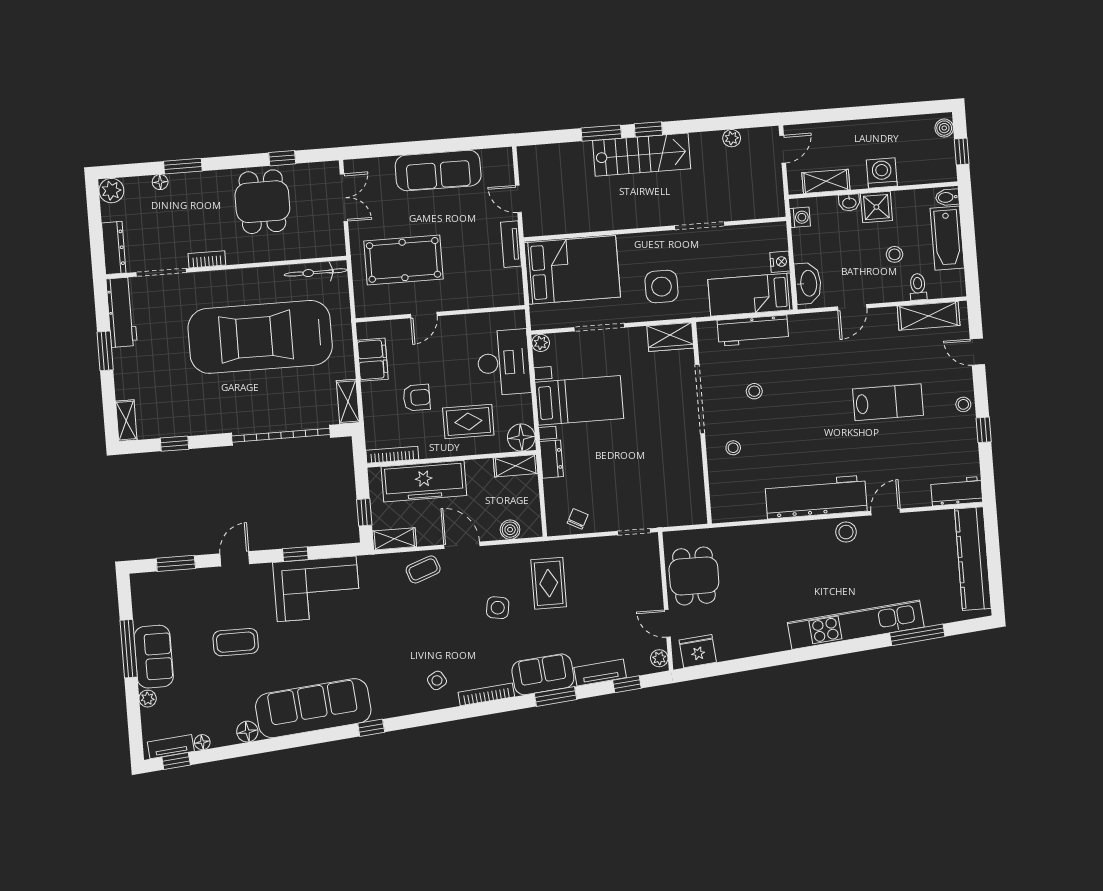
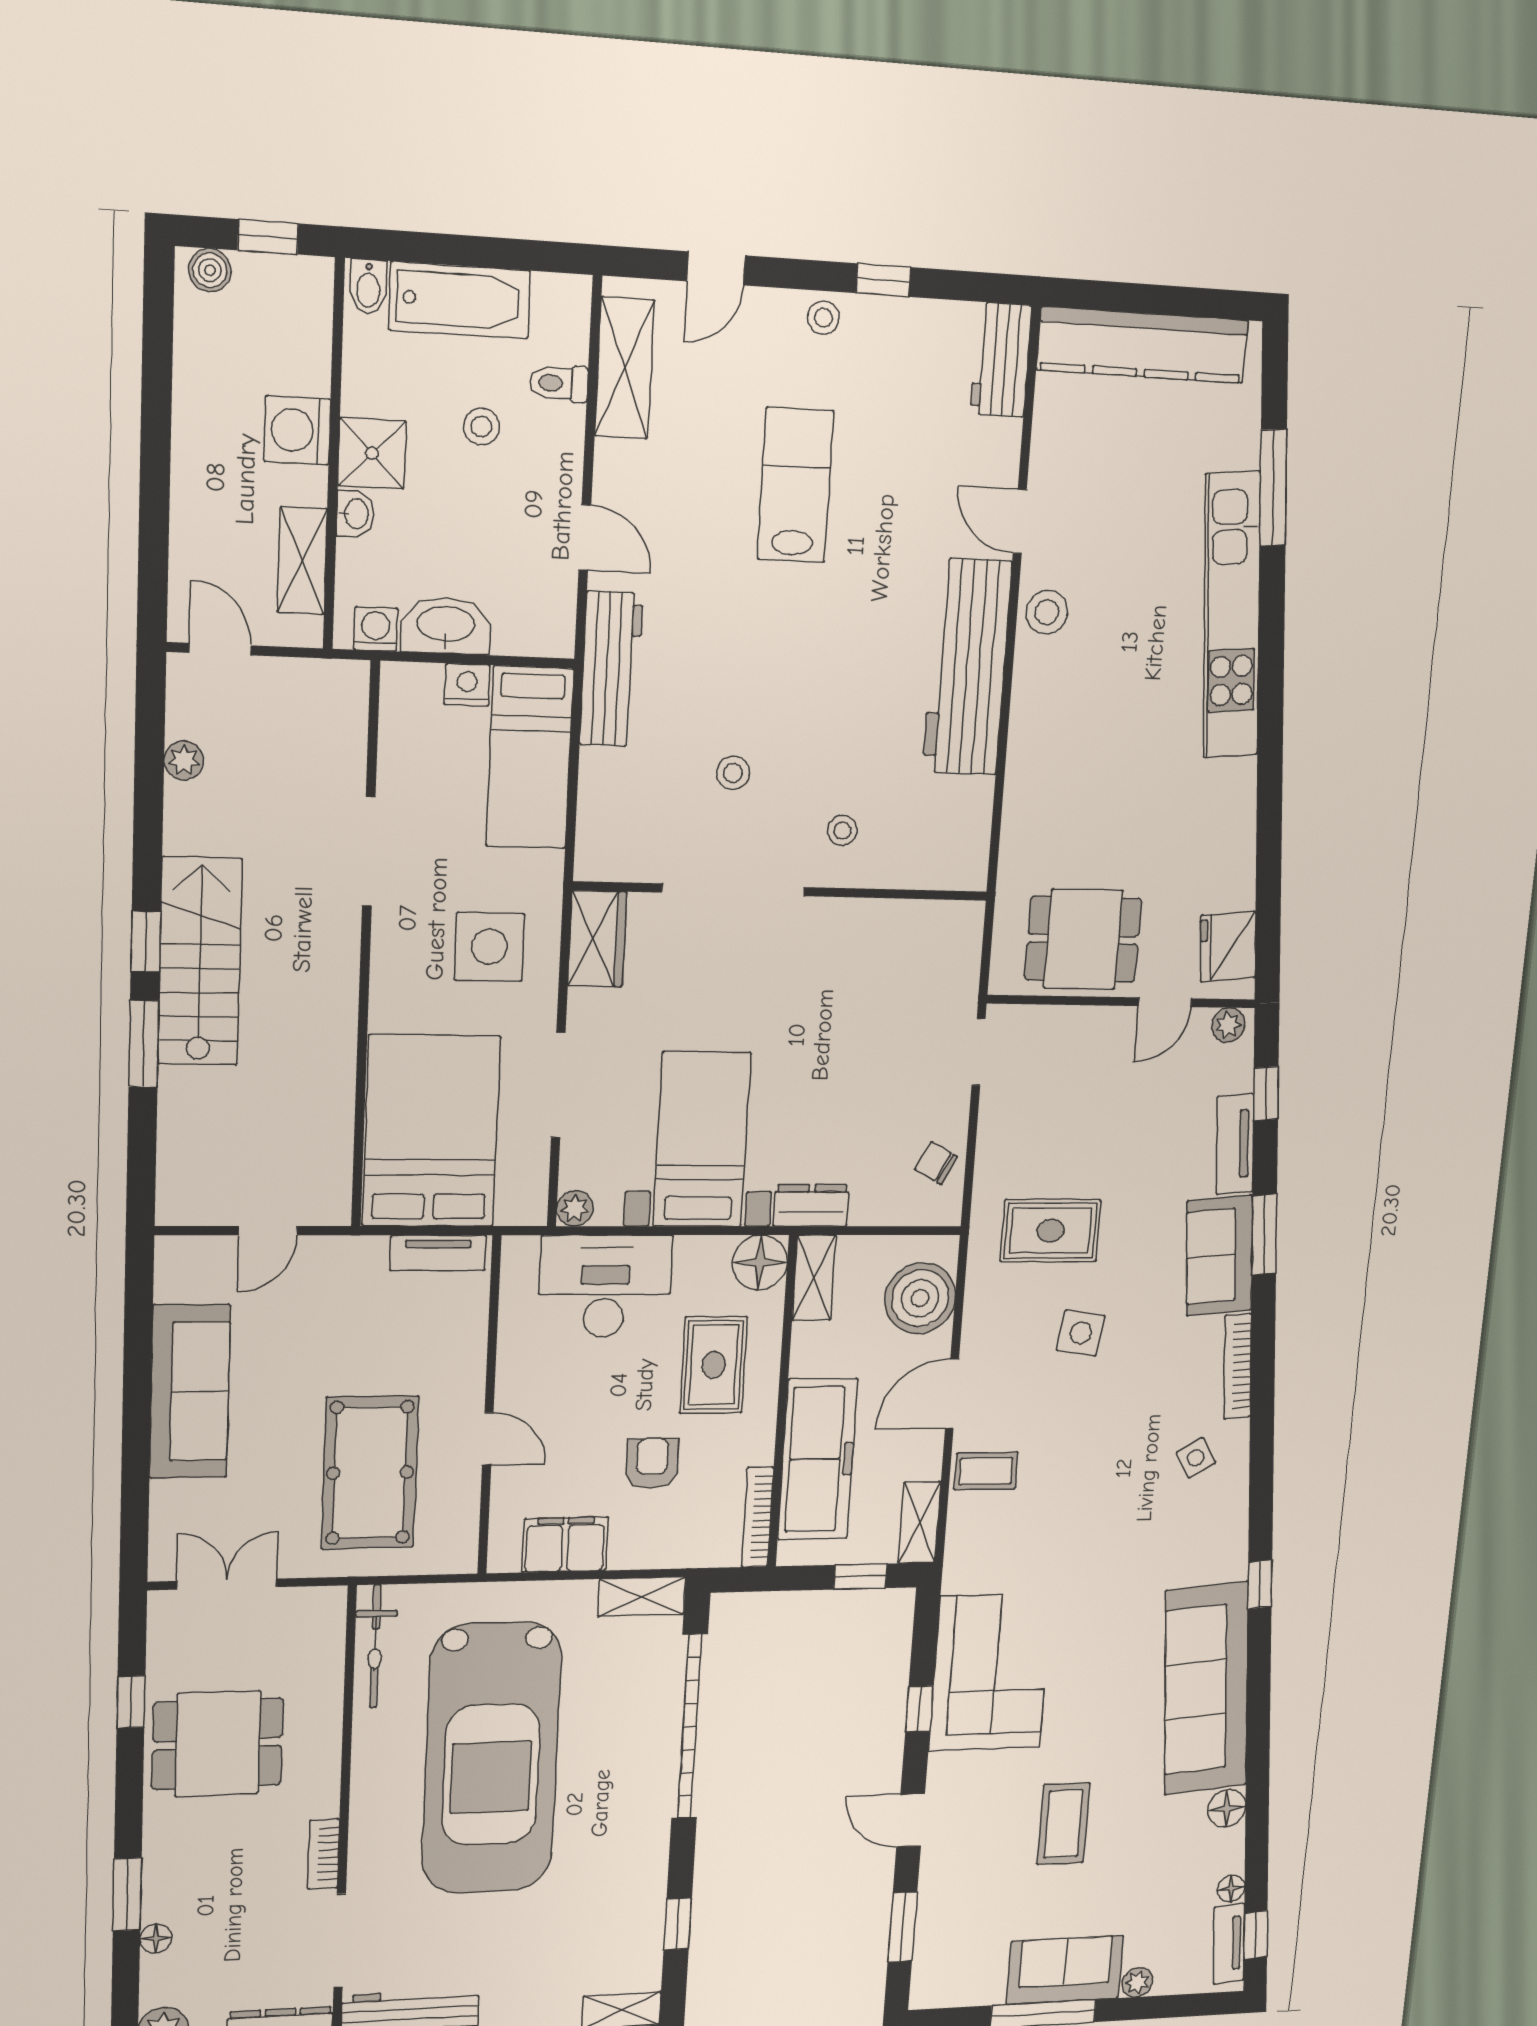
tv unit: (511, 244) -> (438, 1253), moved
washbasin: (808, 283) -> (446, 626), moved
workbench: (753, 331) -> (611, 669), moved
boiler: (510, 530) -> (920, 1298), width x1.86, depth x1.86
coffee table: (423, 569) -> (986, 1471), turned -70

